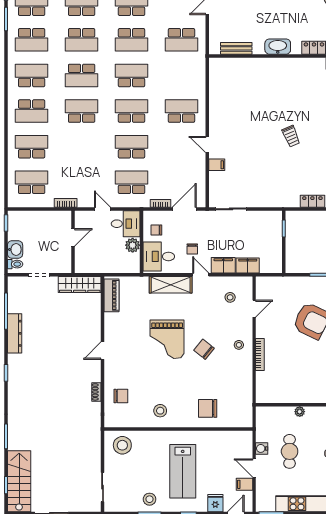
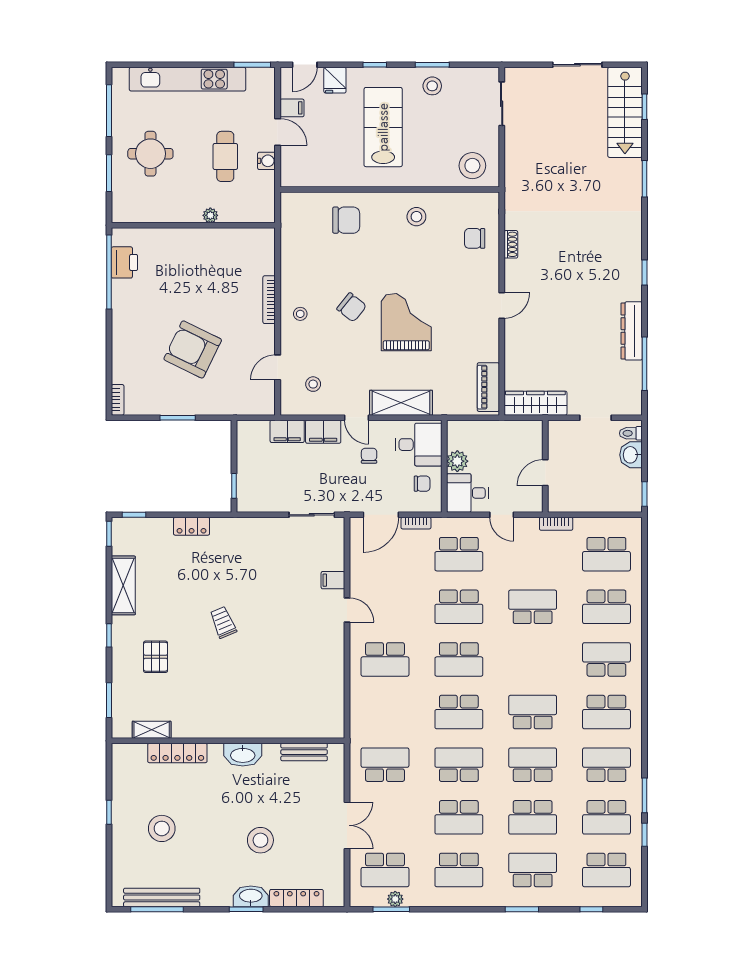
school desk: (82, 111) -> (533, 607), moved, turned 180

